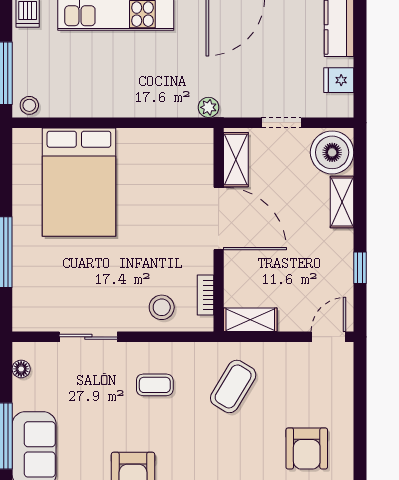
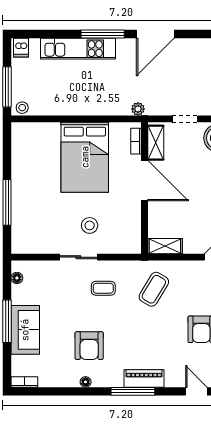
bed: (79, 182) -> (85, 157), moved
bookcase: (205, 295) -> (136, 141), moved
stool: (162, 307) -> (90, 225), moved
sliding door: (88, 337) -> (78, 257), moved

